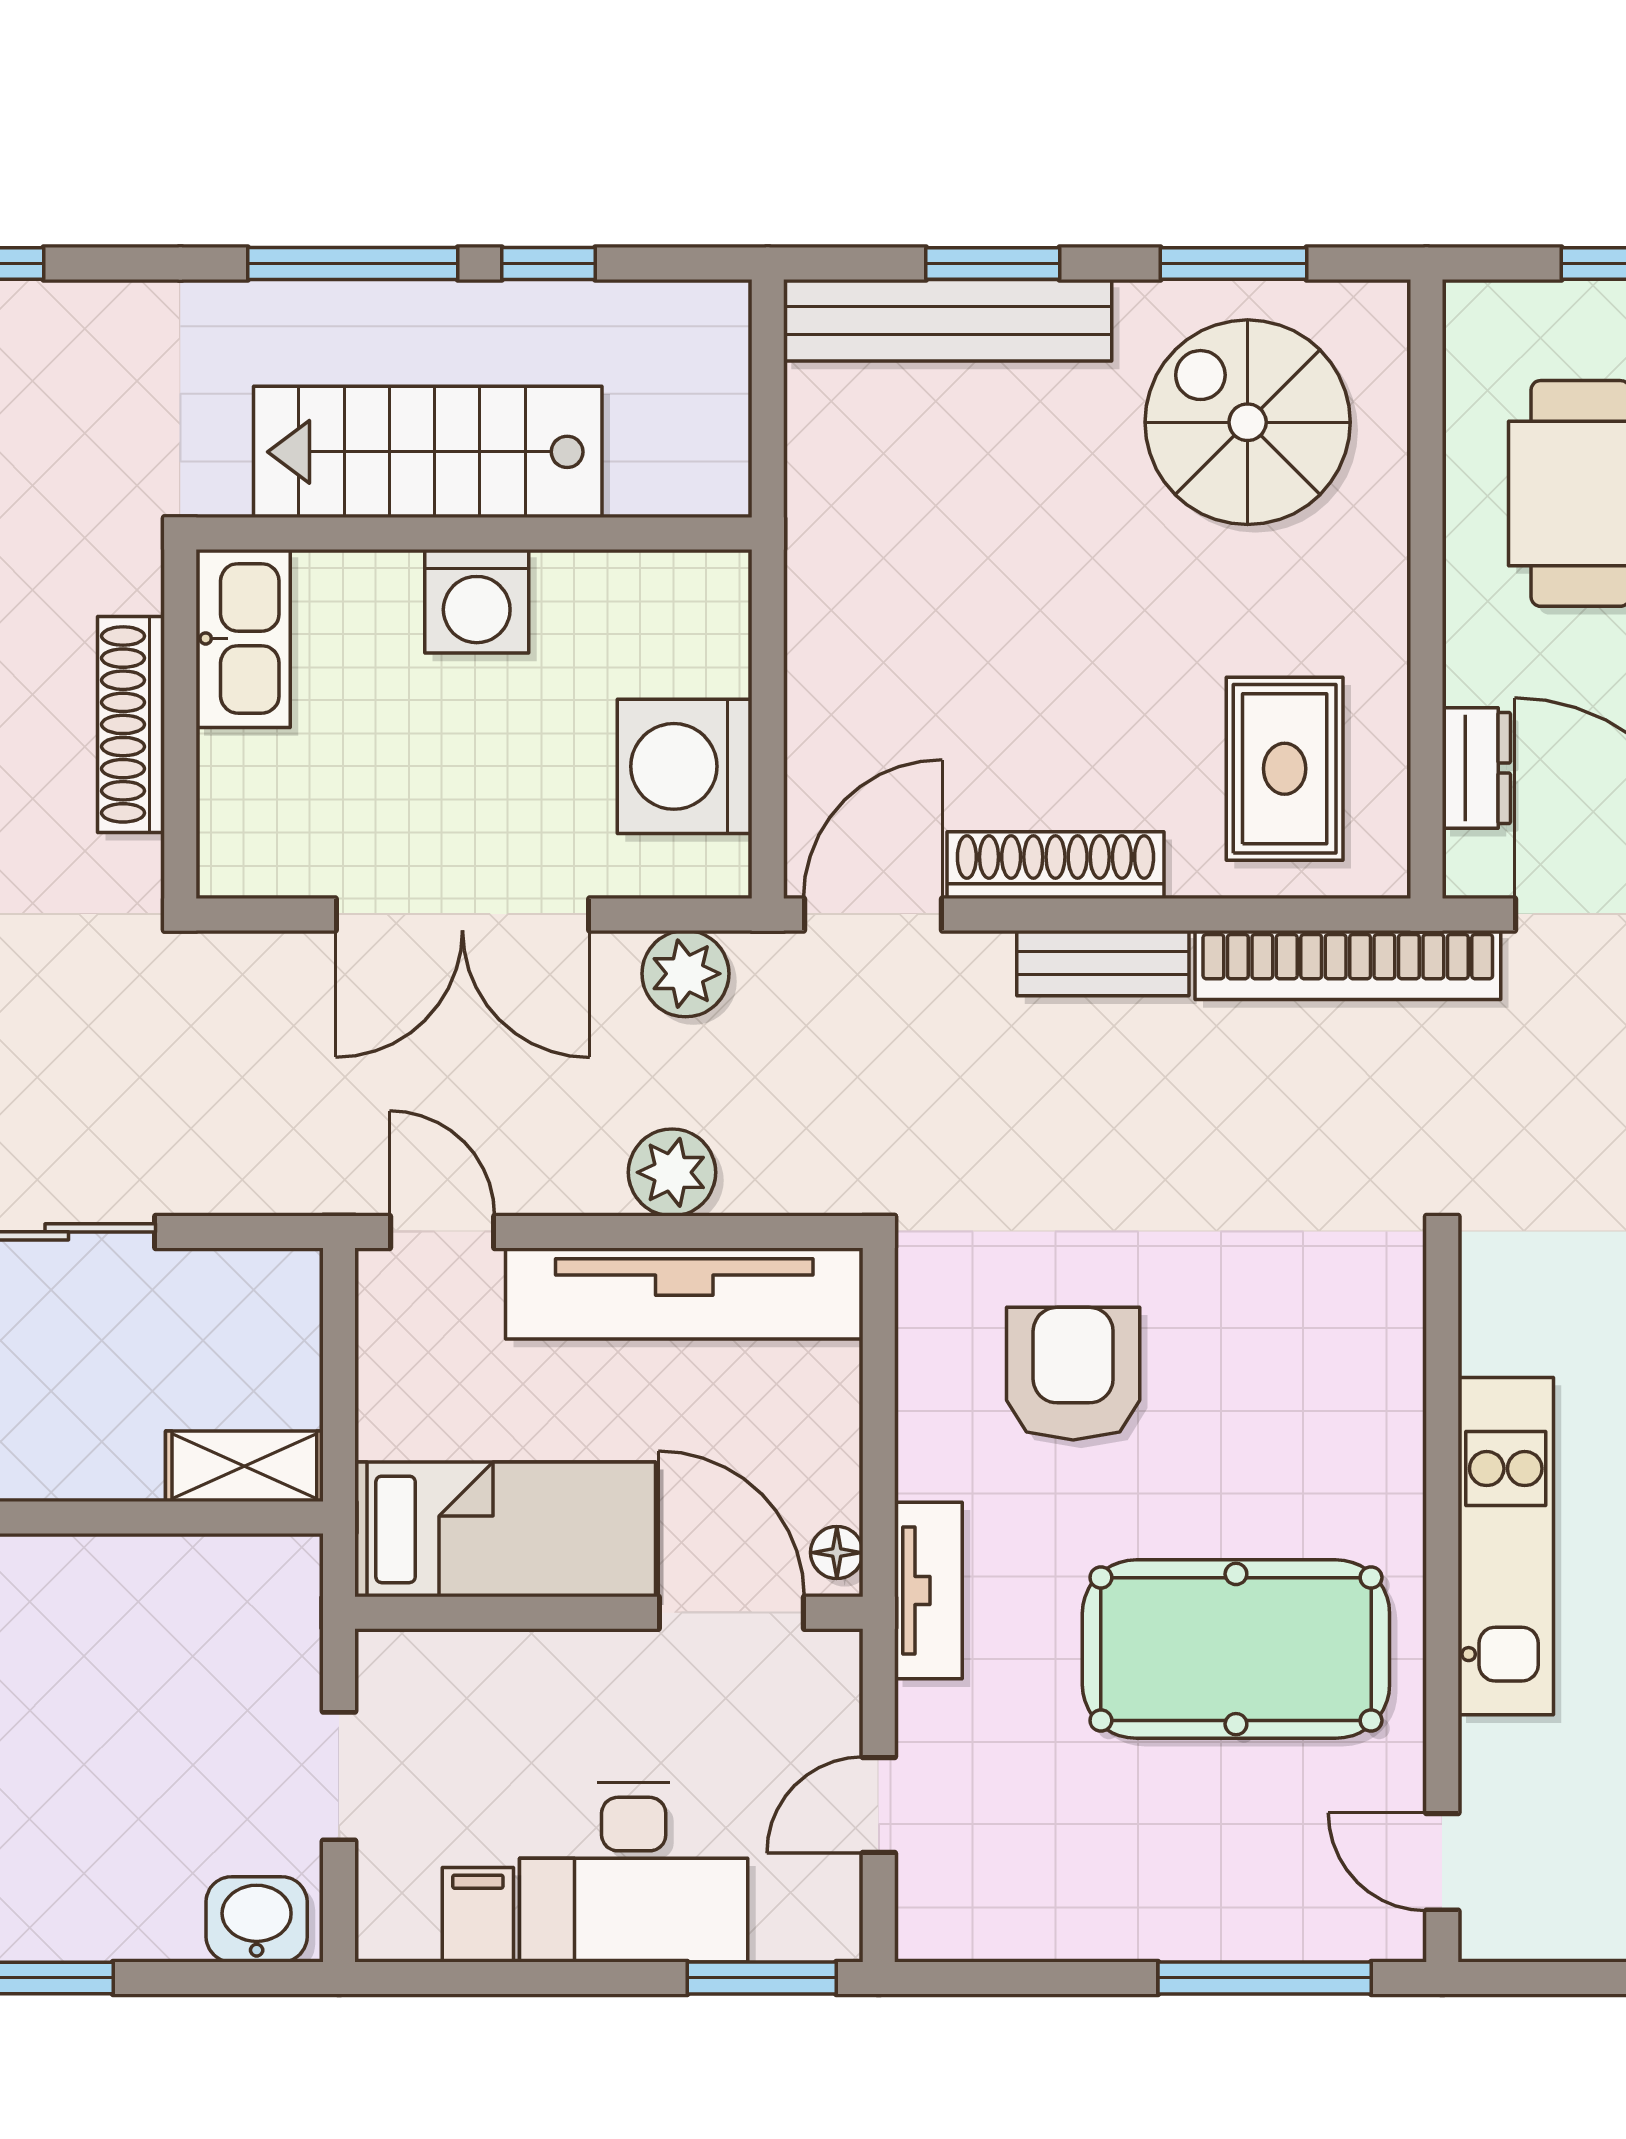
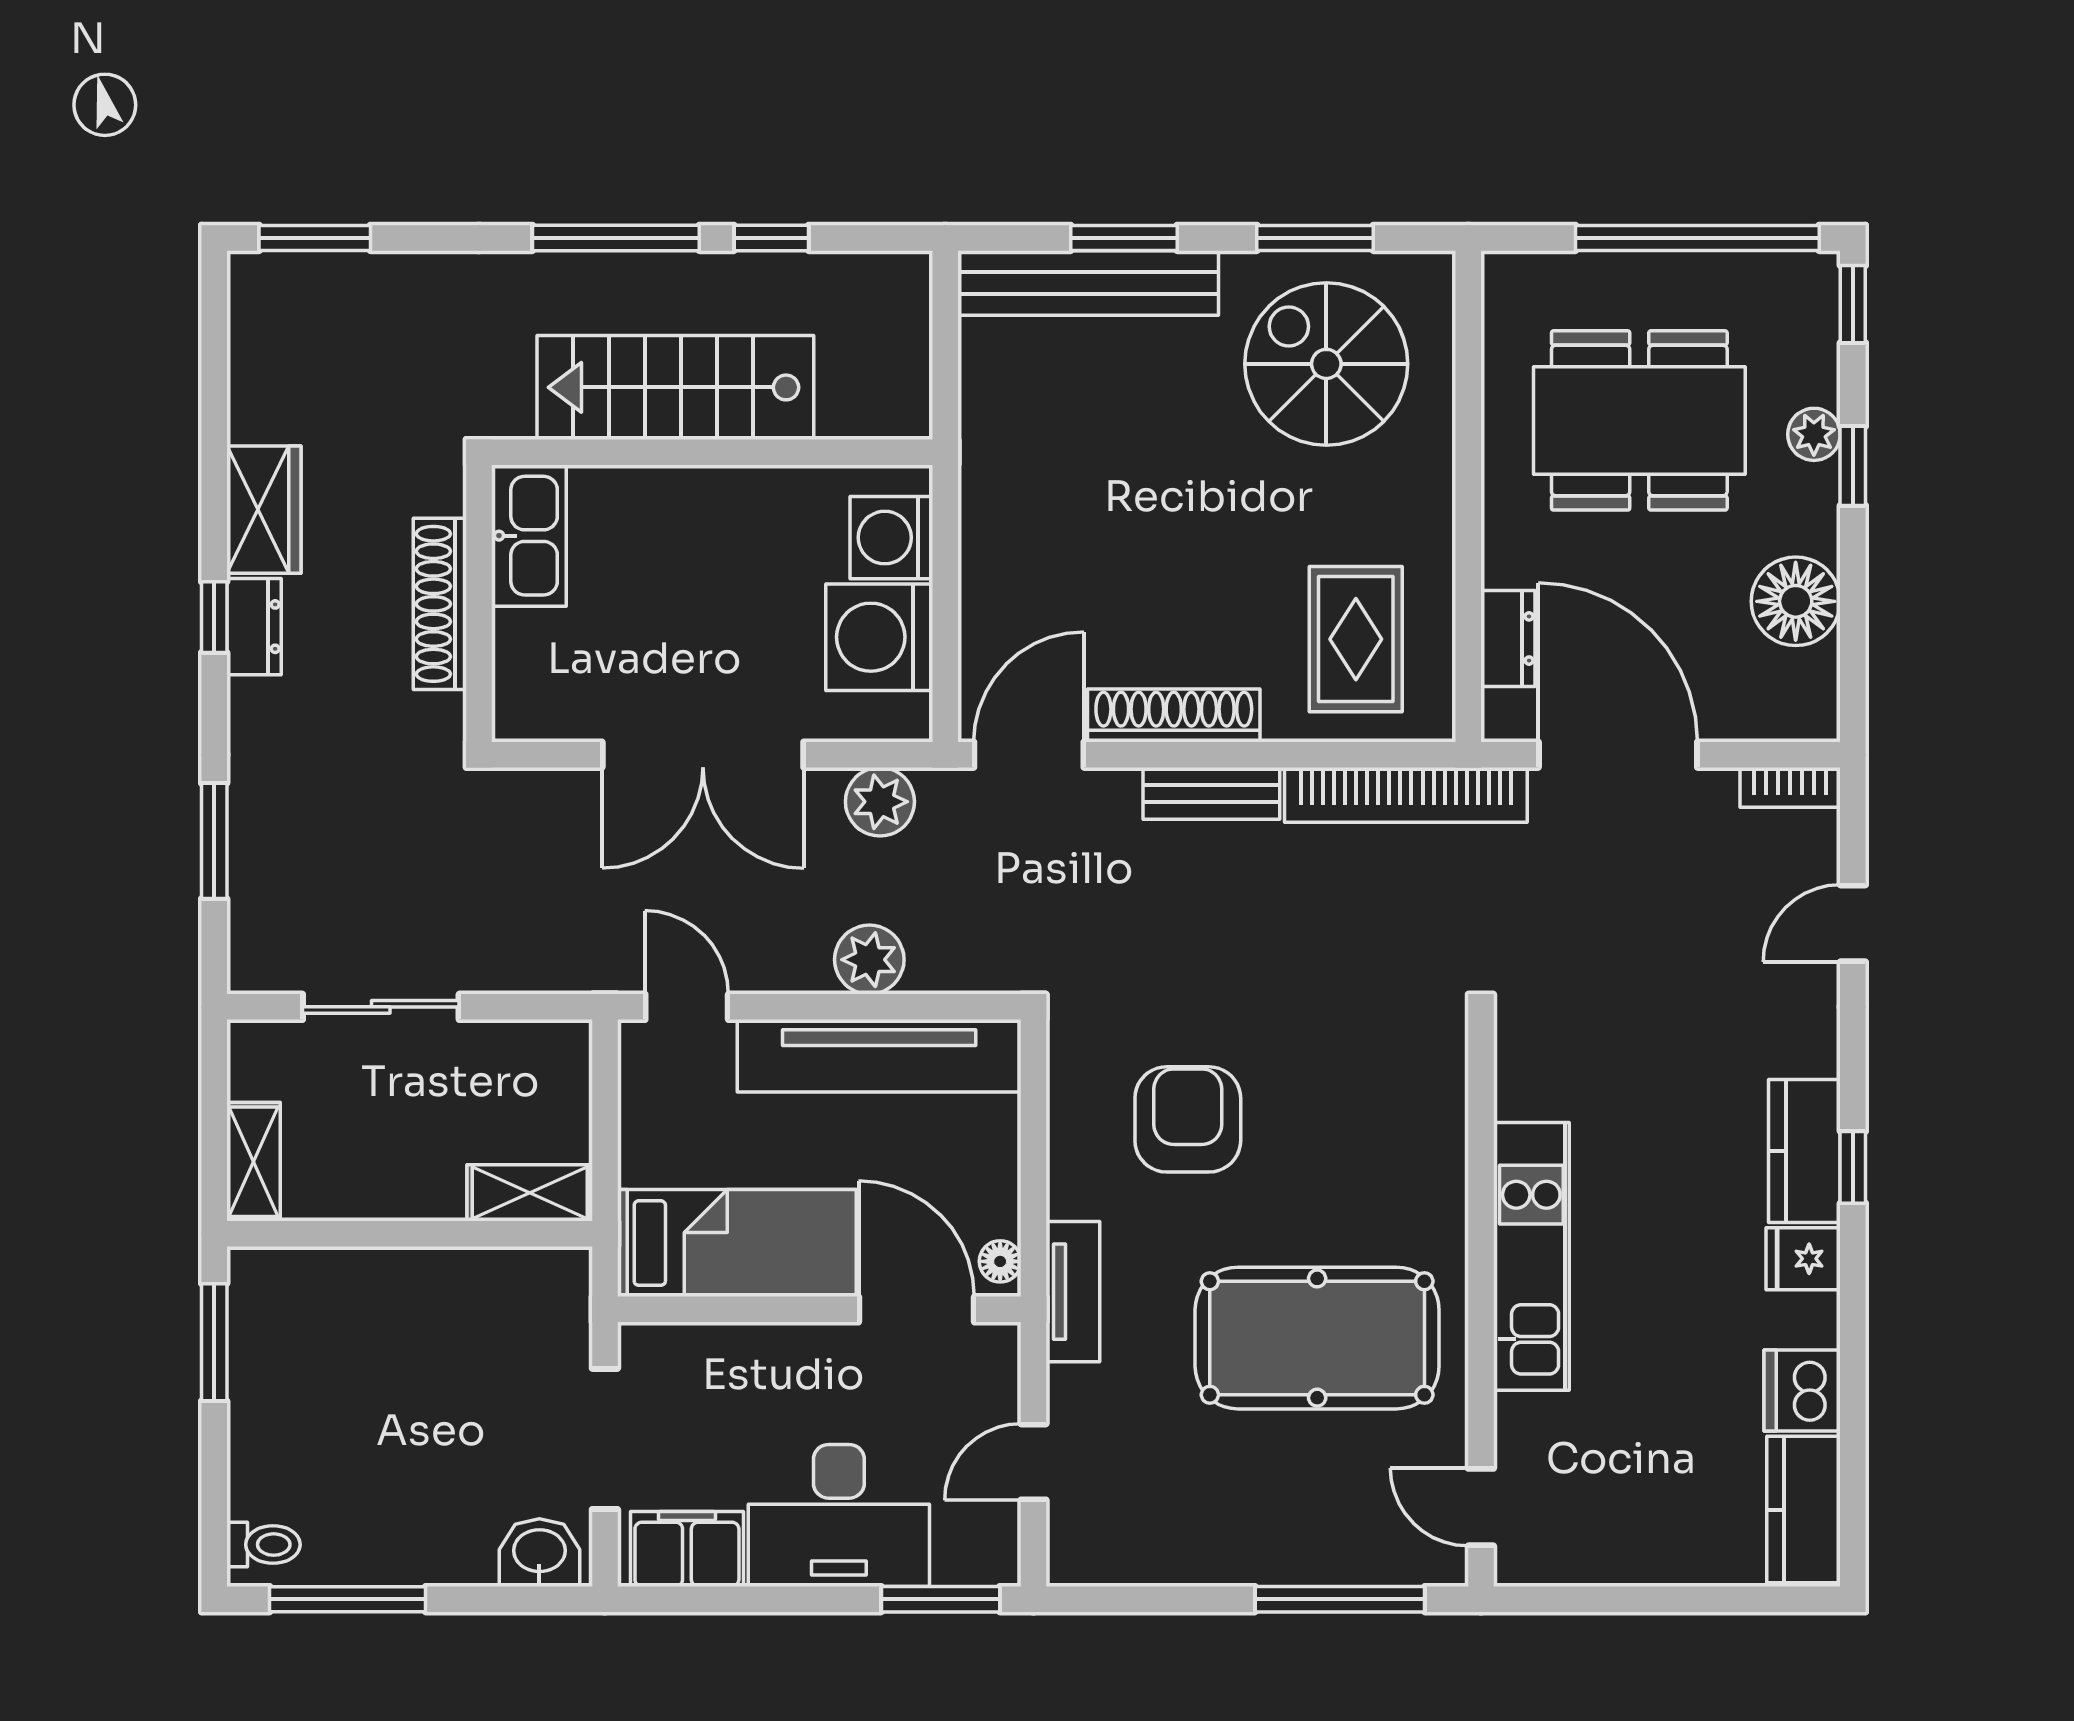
washing machine: (477, 601) -> (891, 538), moved, turned 90
doorway: (339, 1776) -> (605, 1439), width x1.38
filing cabinet: (478, 1915) -> (687, 1549), width x2.00

